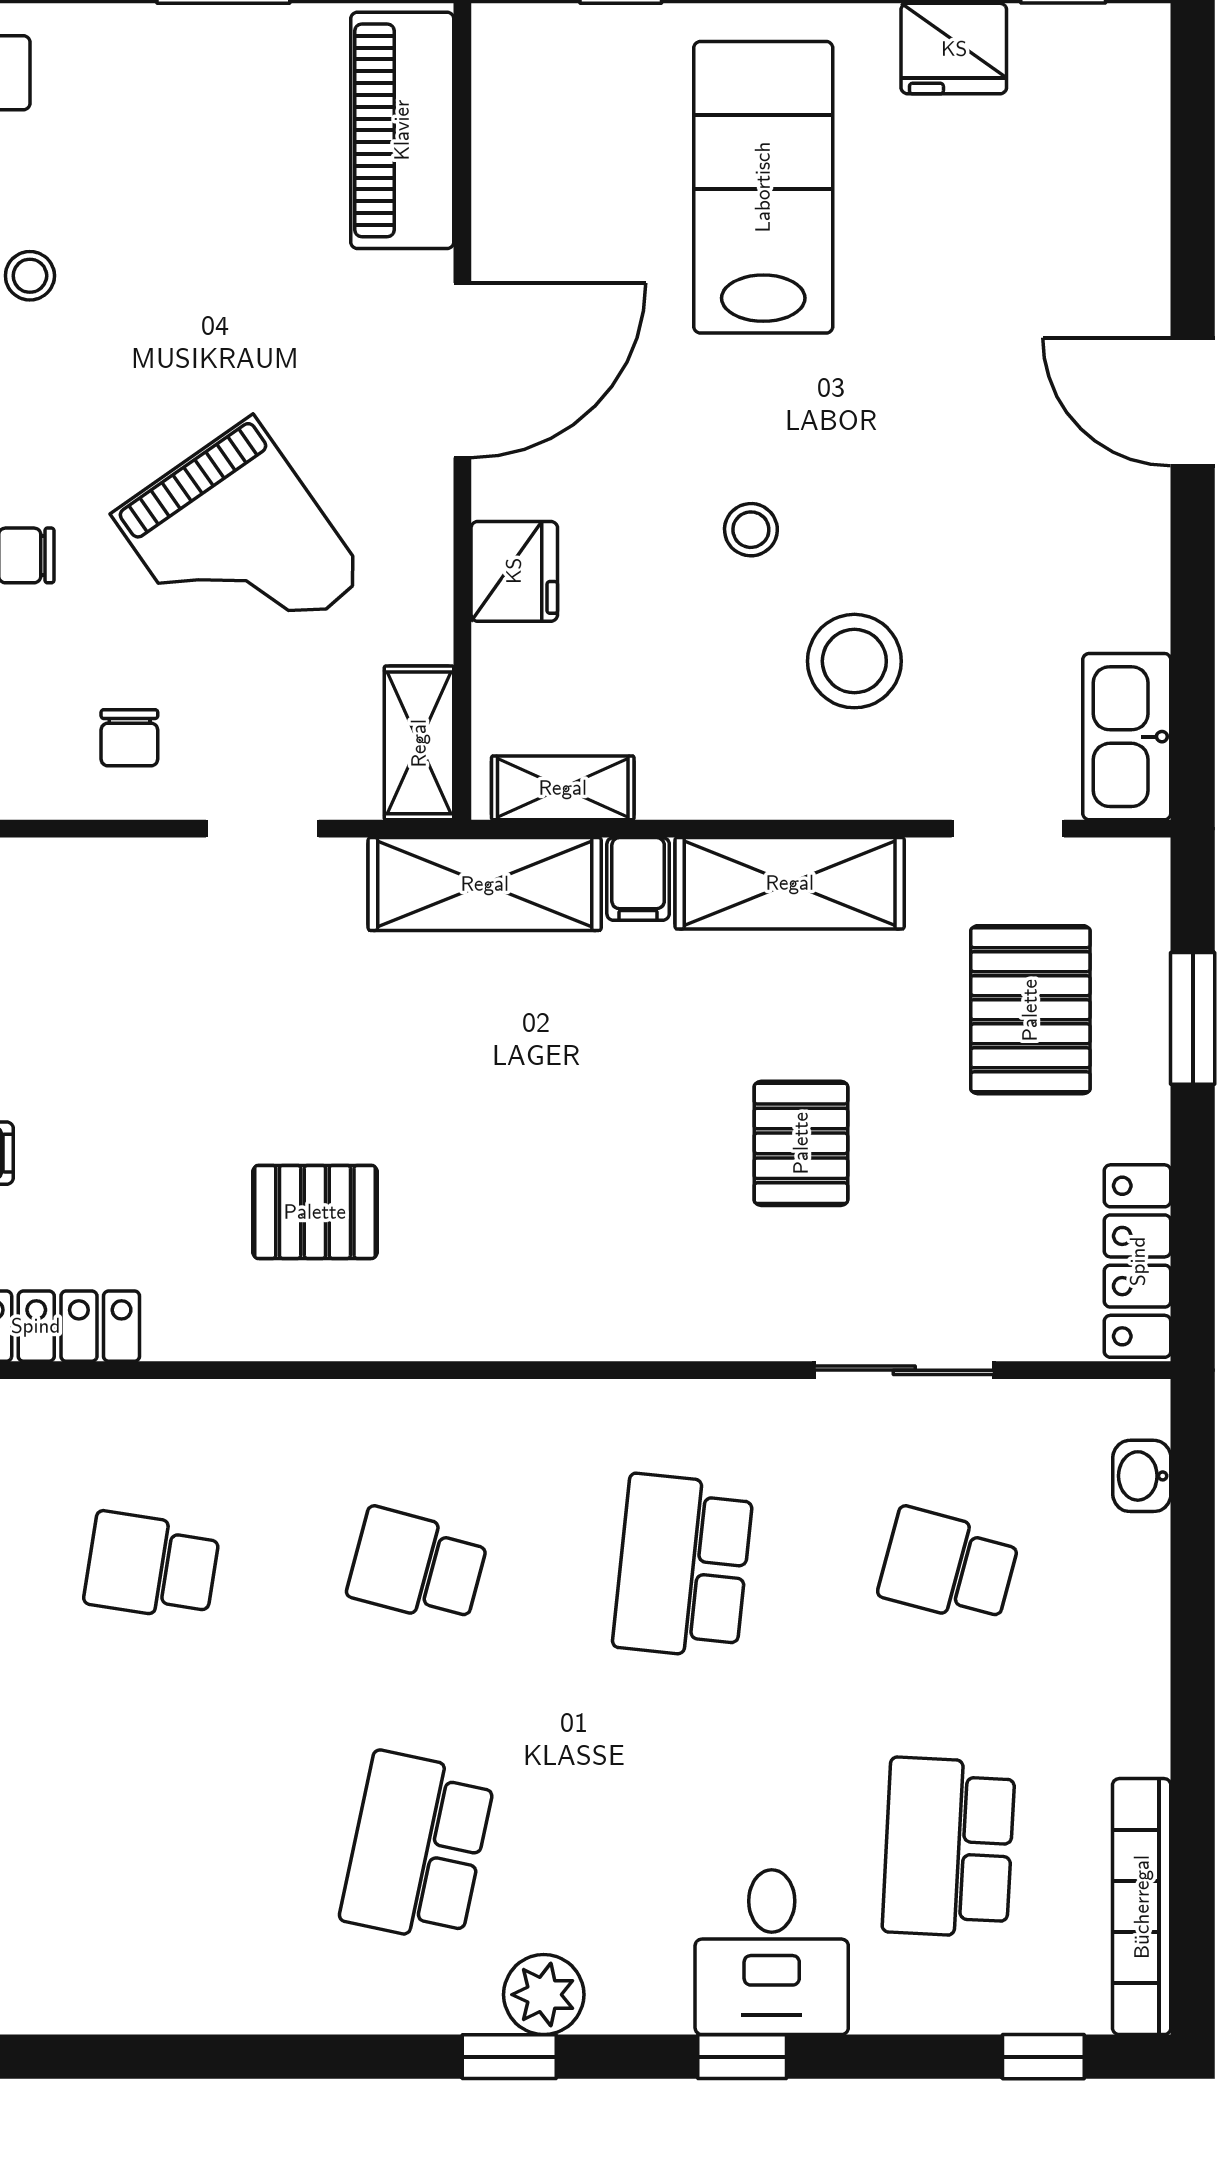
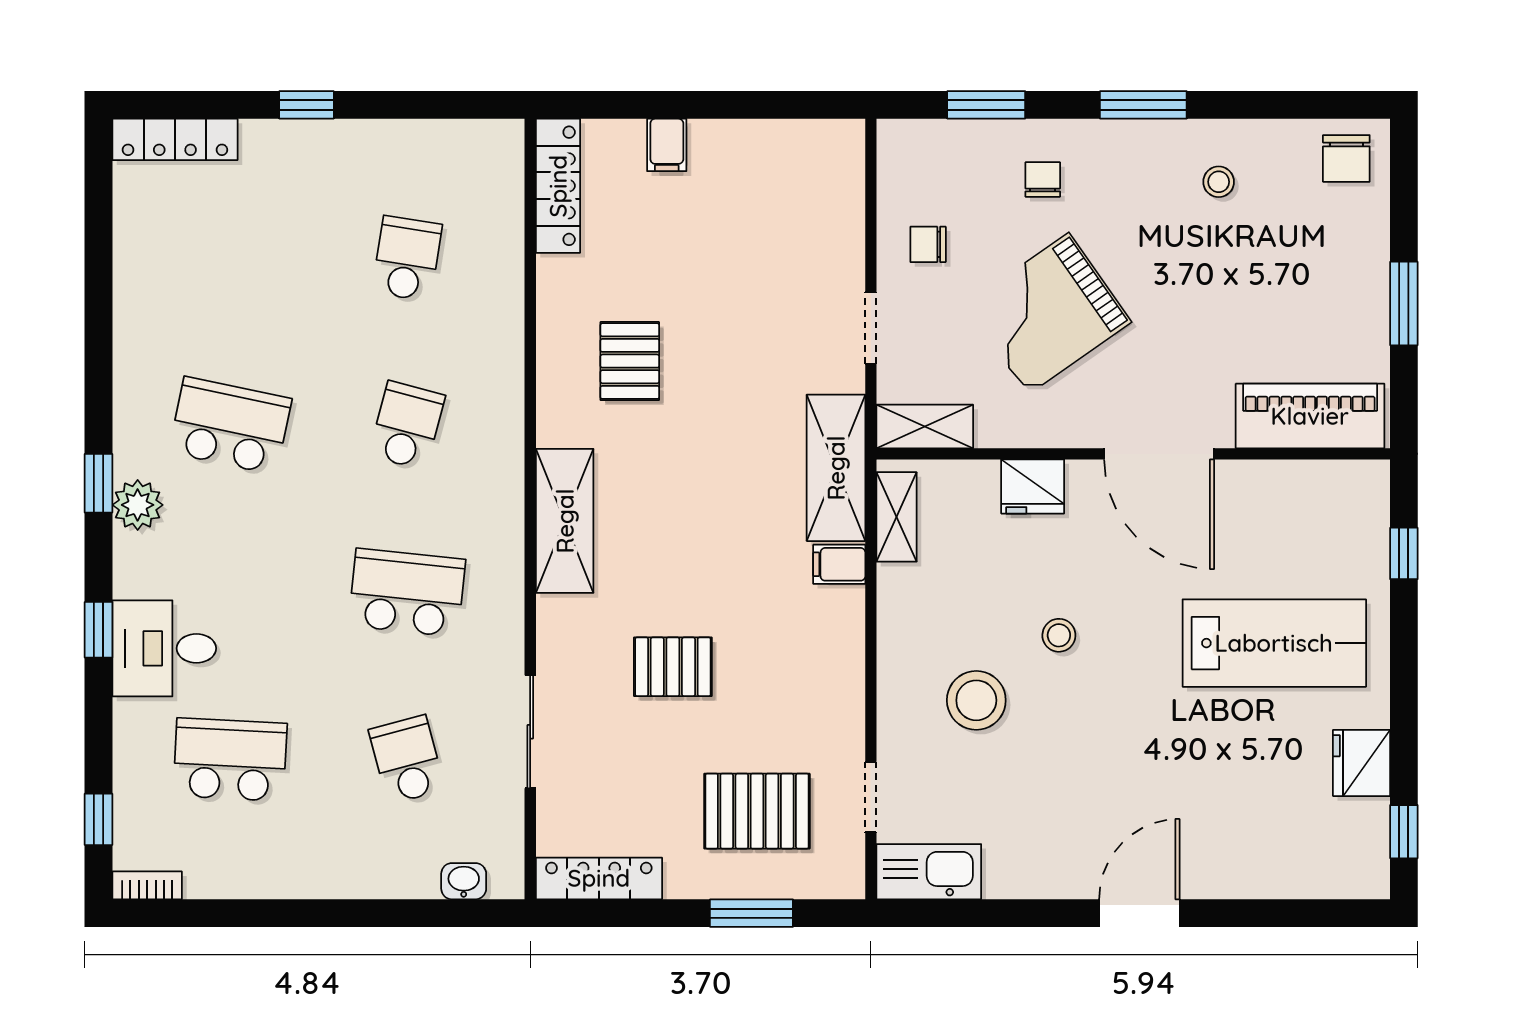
shelving: (790, 883) -> (565, 521), moved
school desk: (949, 1566) -> (407, 760), turned -30
bookcase: (1142, 1907) -> (147, 885), width x0.43, depth x0.76

